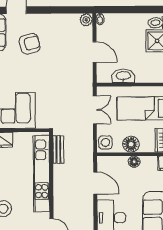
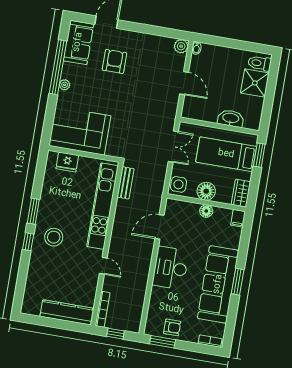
armchair: (30, 44) -> (114, 61), turned -76
washbasin: (123, 76) -> (231, 118), moved
door: (95, 183) -> (159, 227), swing flipped

